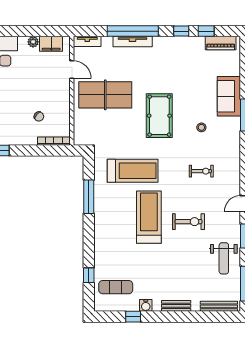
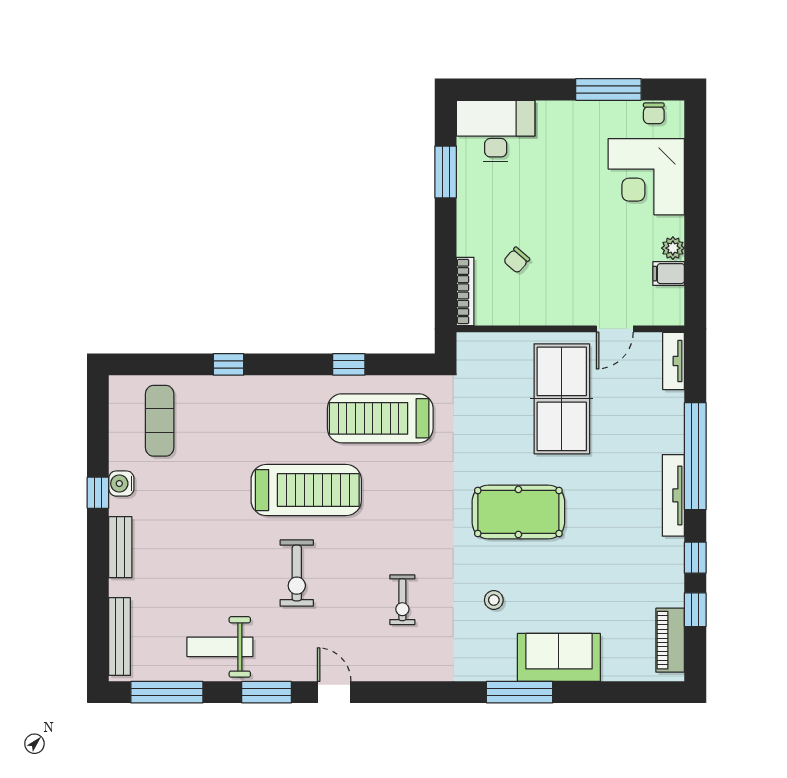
tv unit: (133, 42) -> (673, 495), moved
filing cabinet: (51, 44) -> (669, 274), width x0.50
treadmill: (133, 171) -> (380, 418), moved, turned 90
window: (89, 197) -> (349, 364), width x0.46
window: (89, 275) -> (228, 364), moved
window: (133, 317) -> (98, 493), moved

